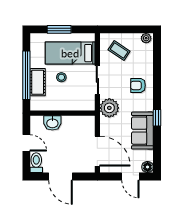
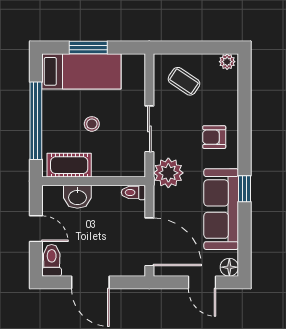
bed: (70, 53) -> (81, 71), moved, turned 180
cot: (38, 82) -> (69, 165), moved, turned 90
toilet: (87, 120) -> (133, 192), added
sofa: (142, 131) -> (221, 209), width x1.36

